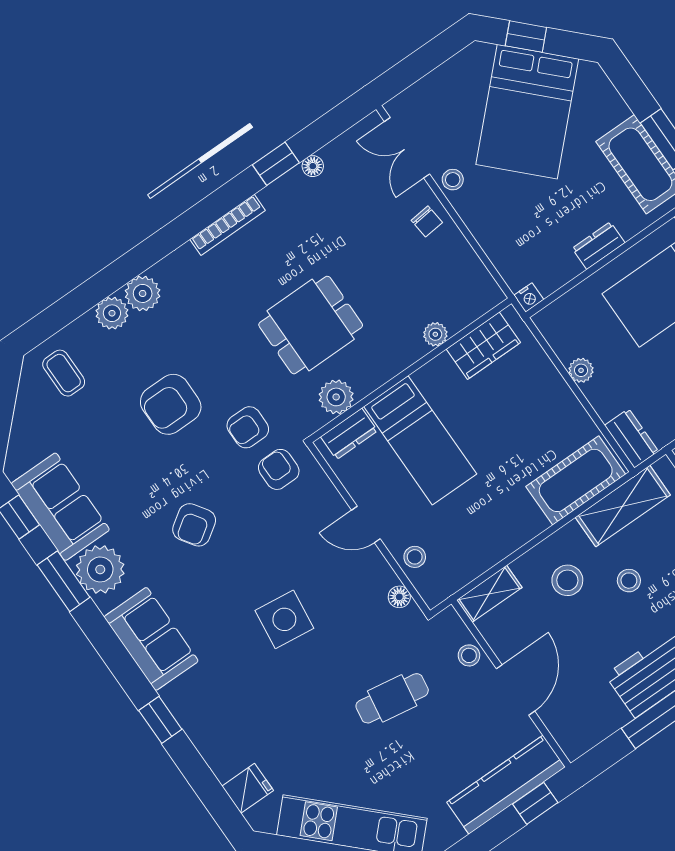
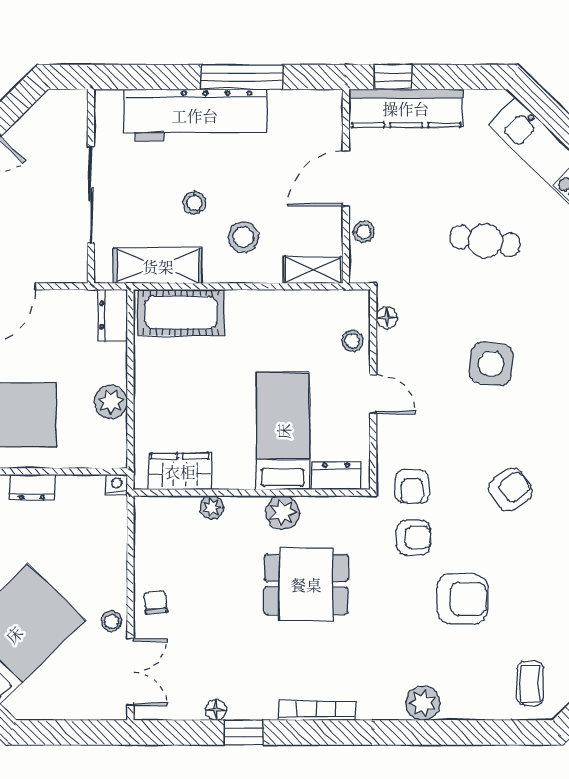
plant: (112, 313) -> (458, 704), removed
plant: (581, 370) -> (111, 402), width x1.38, depth x1.38
plant: (336, 397) -> (283, 513), moved
cafe table: (392, 698) -> (485, 241), moved

